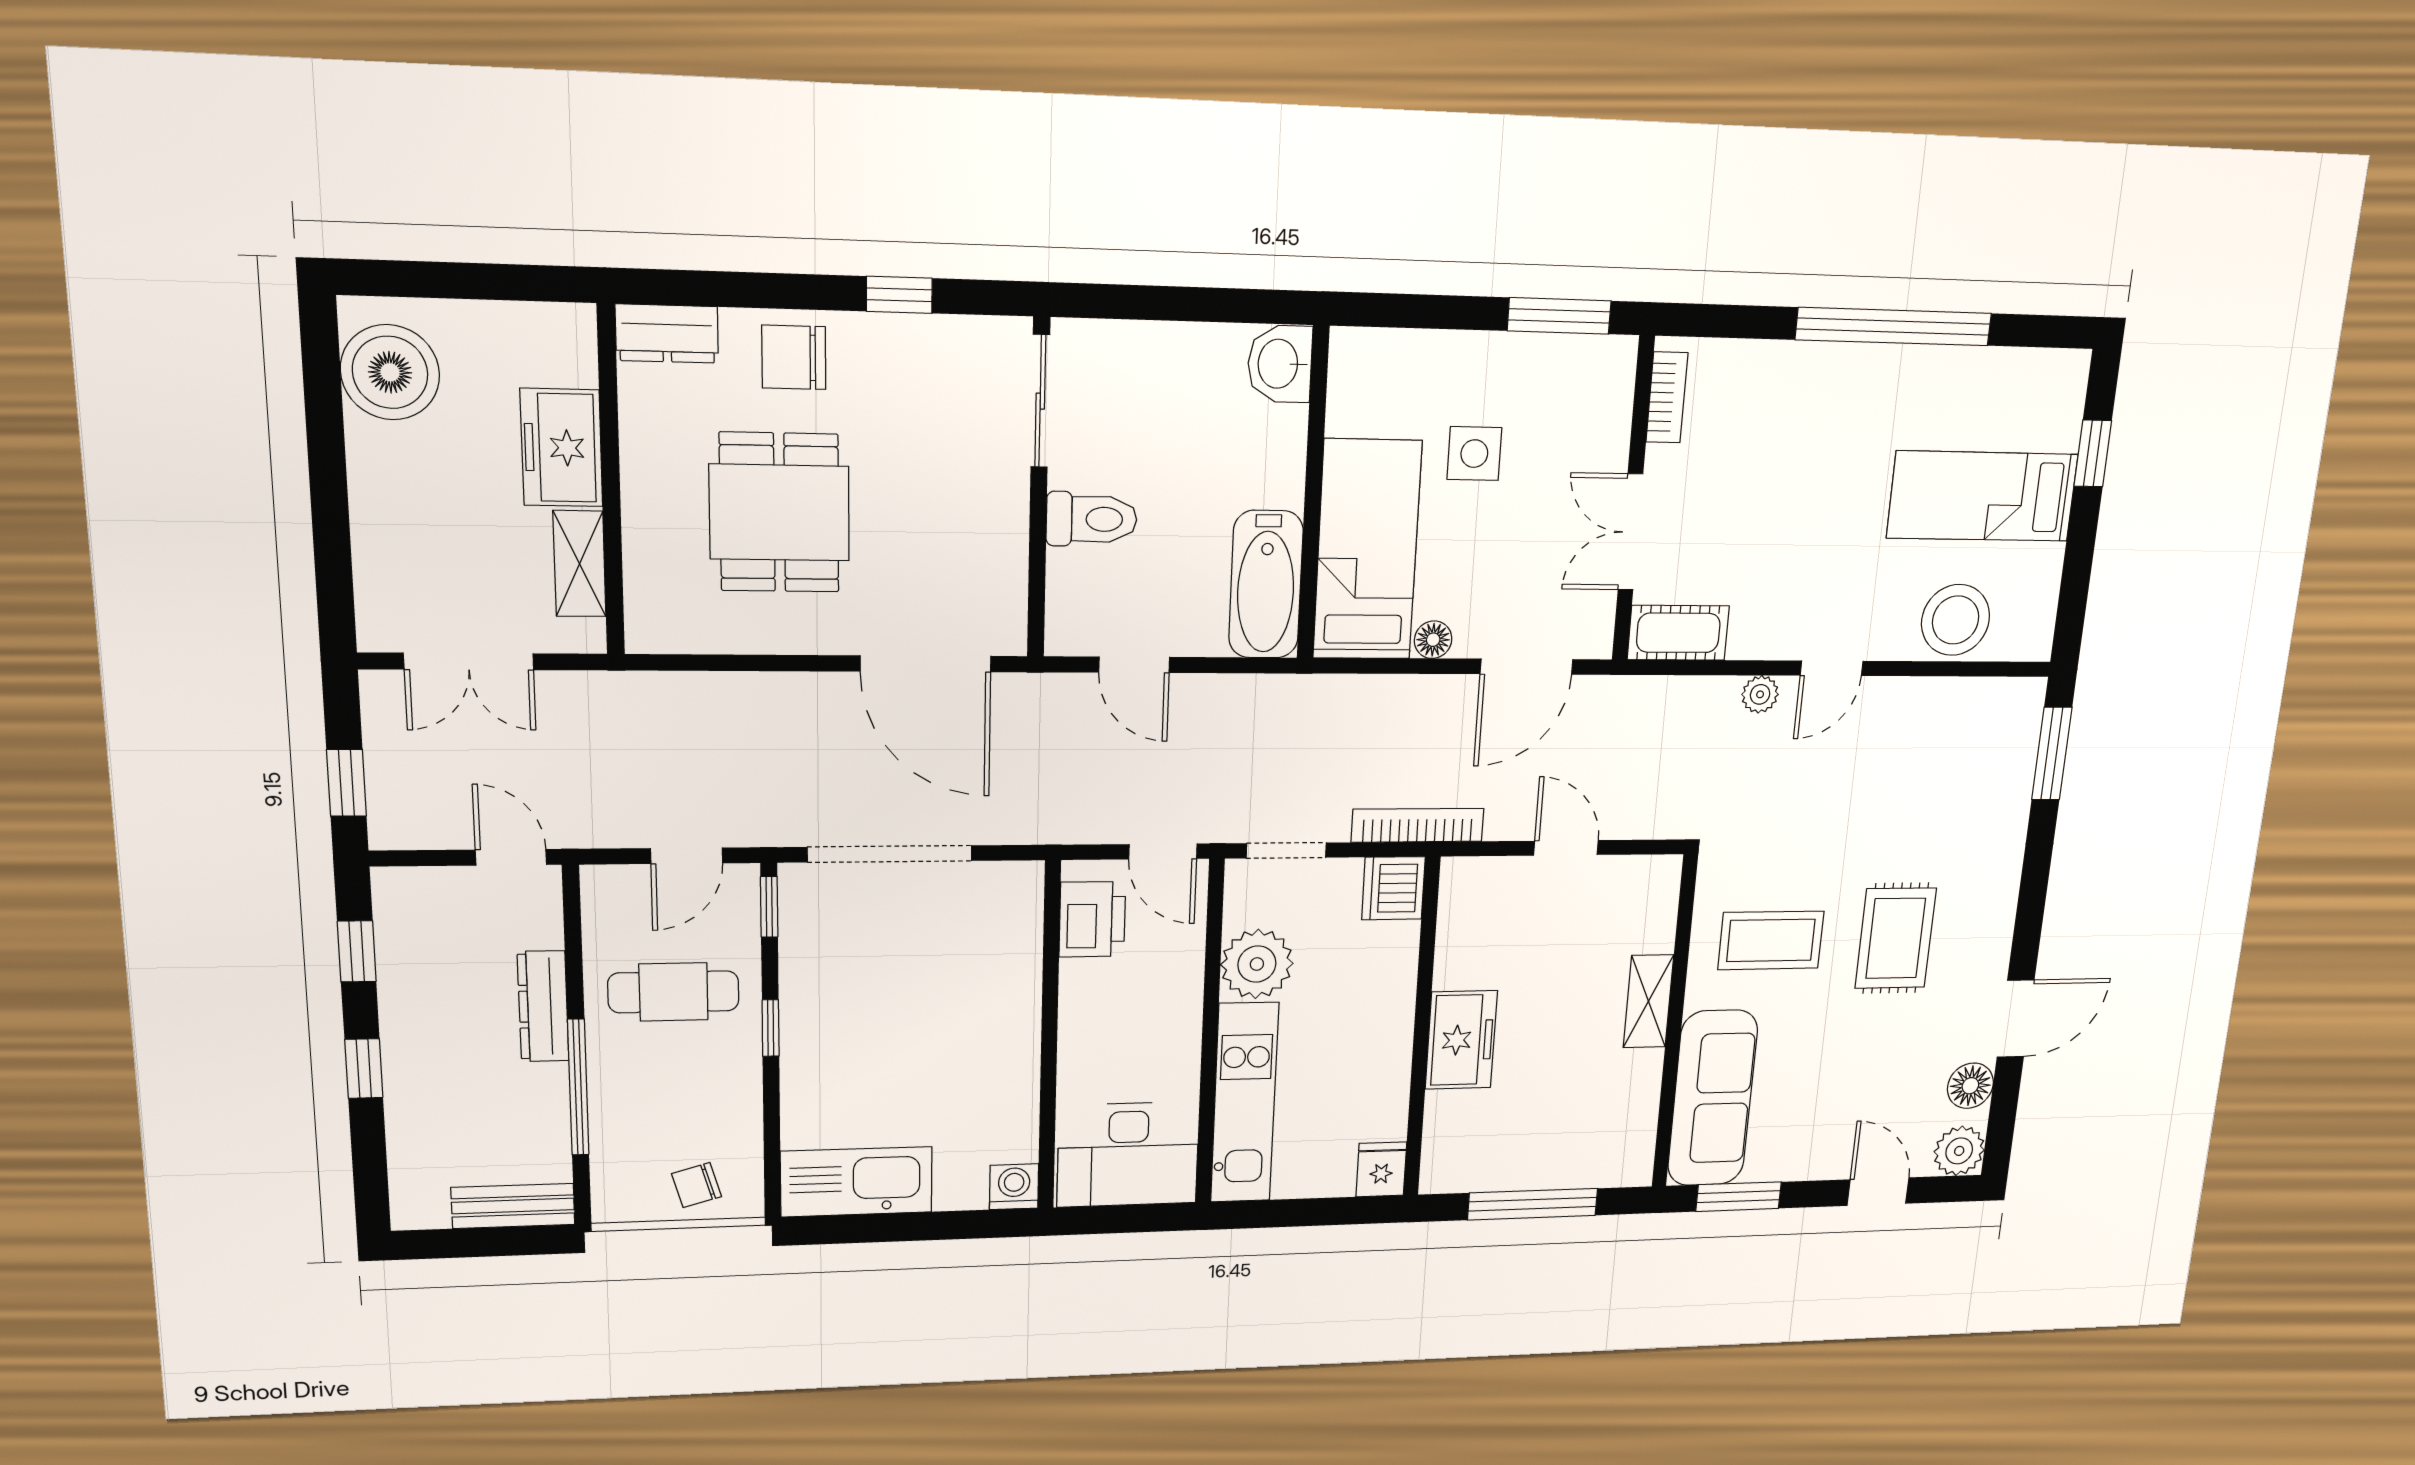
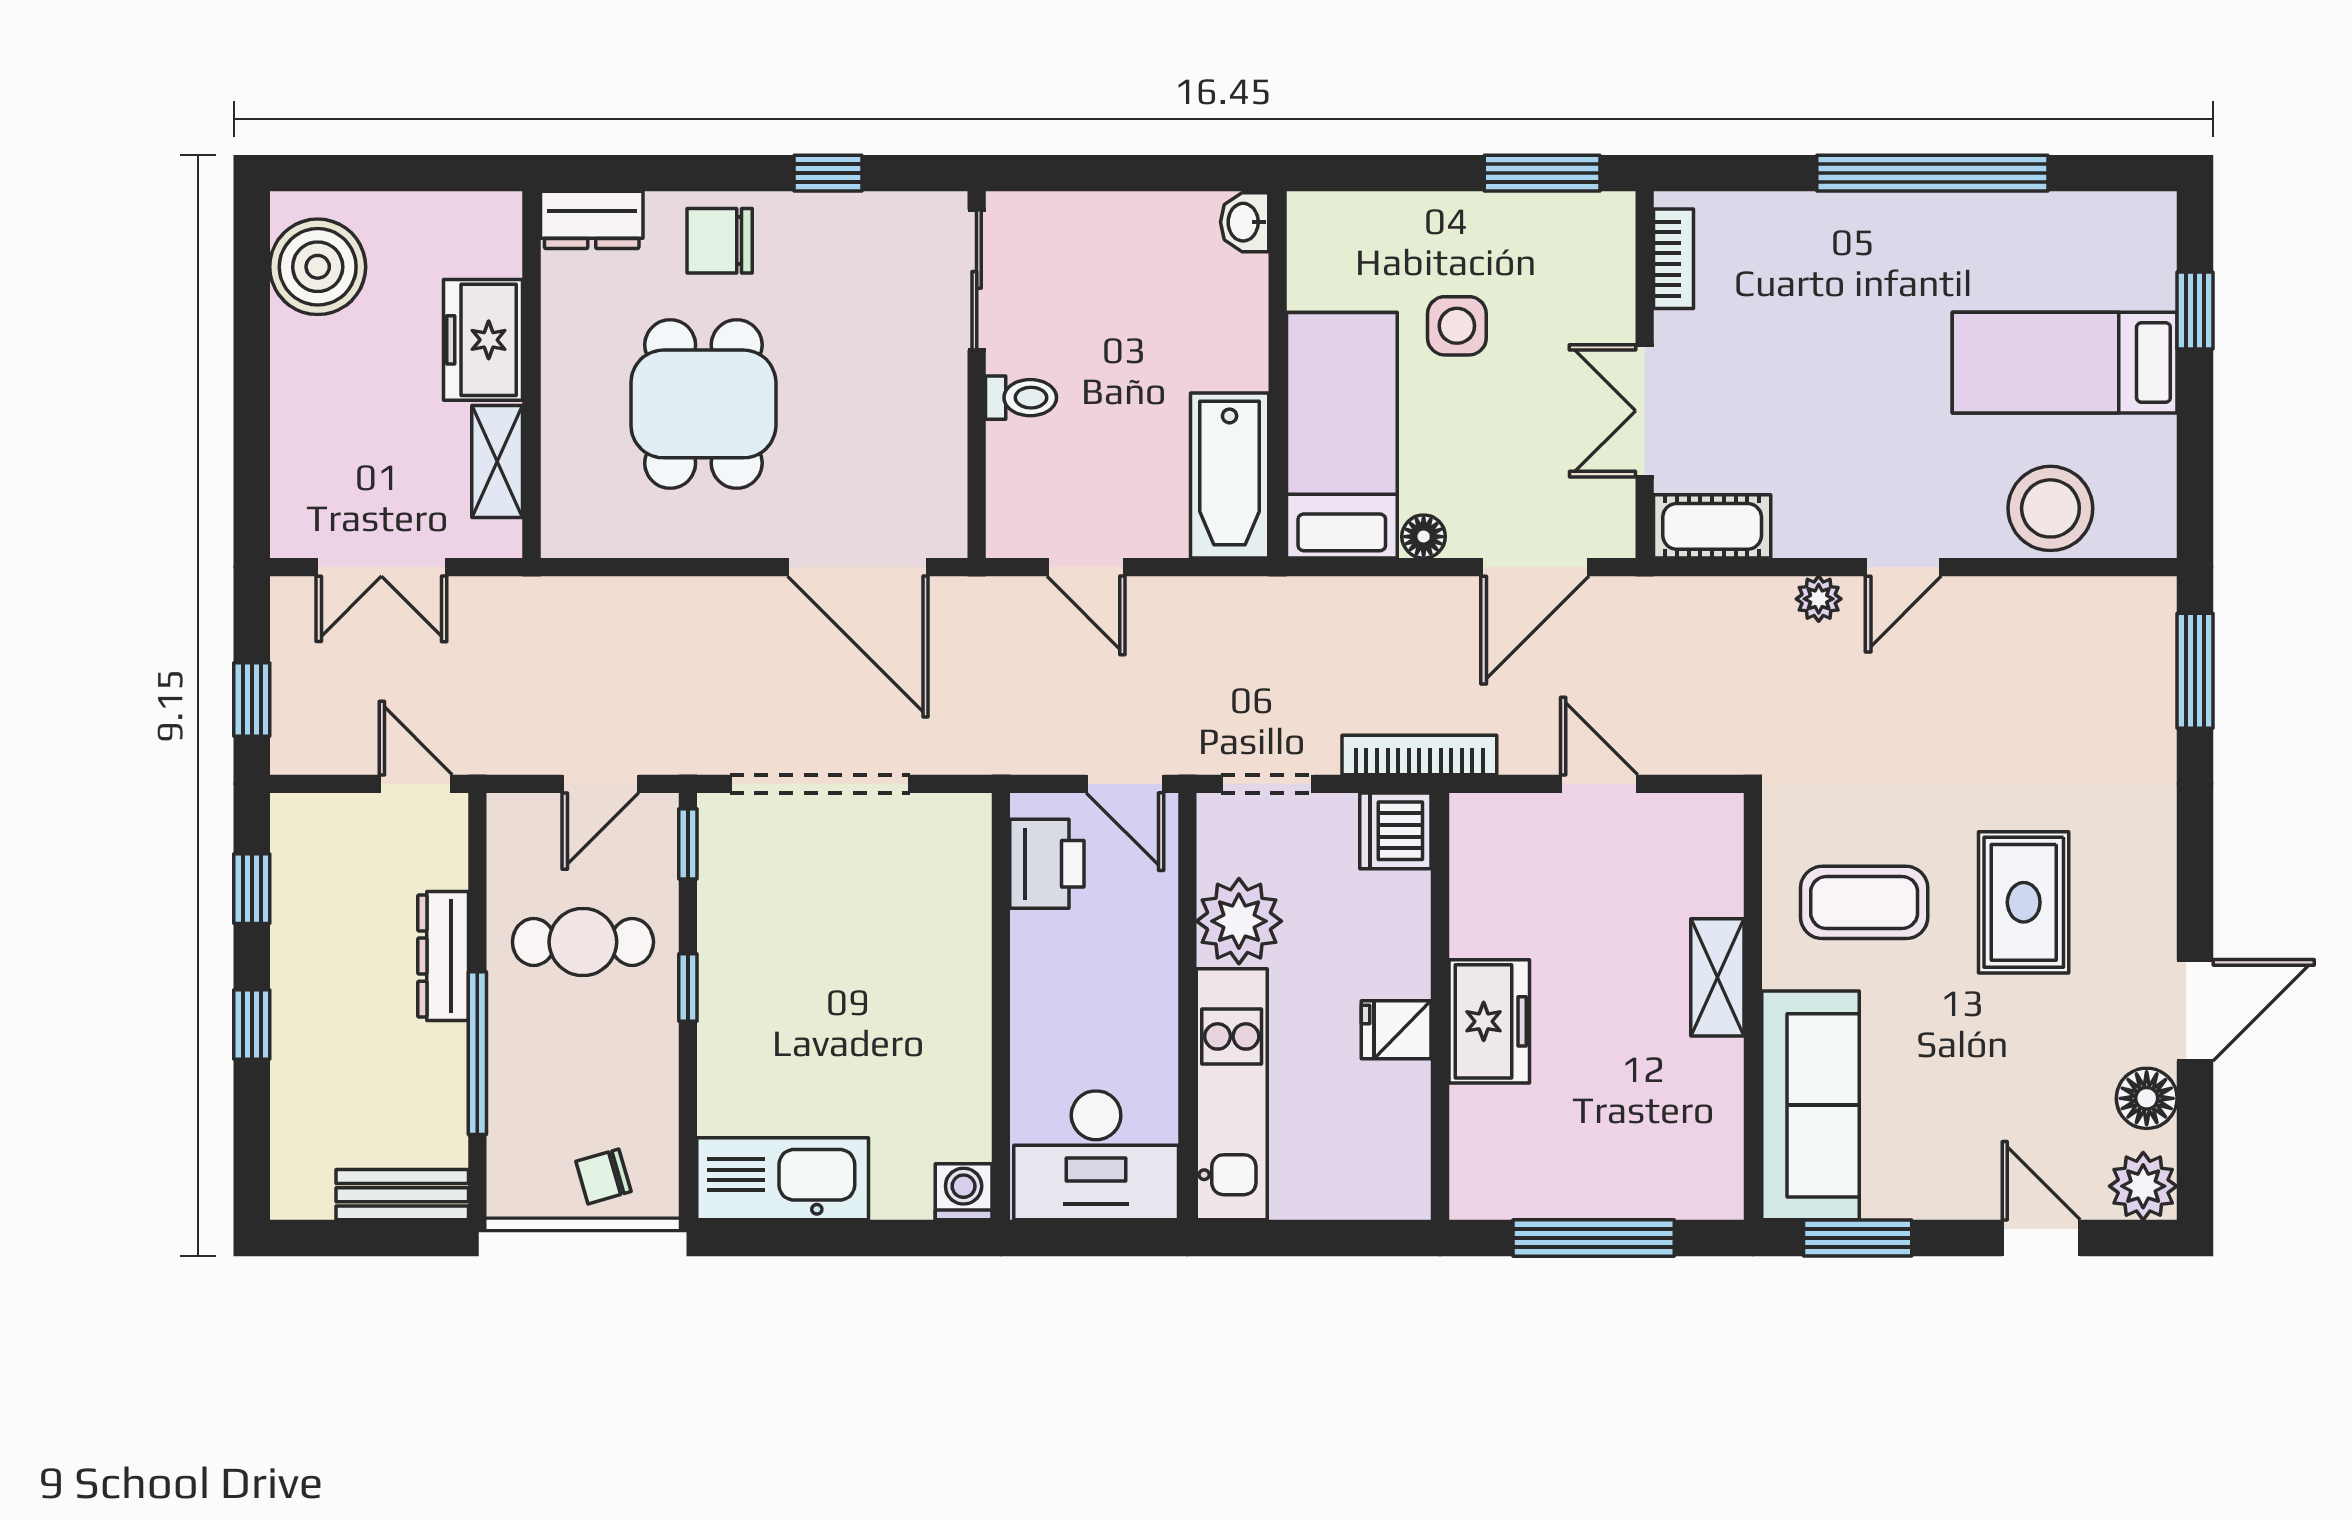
washbasin: (1280, 364) -> (1245, 222), width x0.72, depth x0.69
toilet: (1092, 519) -> (1021, 398), width x0.73, depth x0.72
fridge: (1381, 1169) -> (1396, 1030), moved, turned -90

